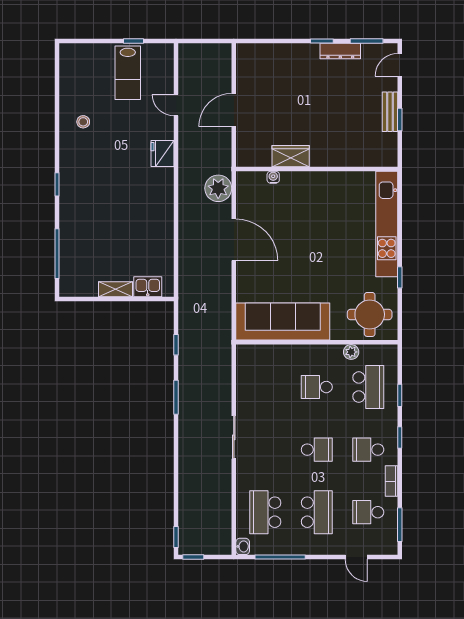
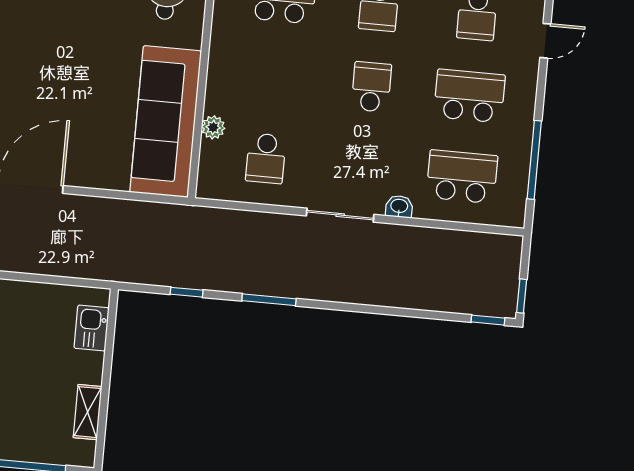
shelving: (116, 289) -> (88, 412), moved
plant: (351, 352) -> (213, 127), moved
school desk: (317, 387) -> (266, 158), moved
school desk: (265, 512) -> (462, 177), turned 180
washbasin: (243, 546) -> (399, 207), moved

